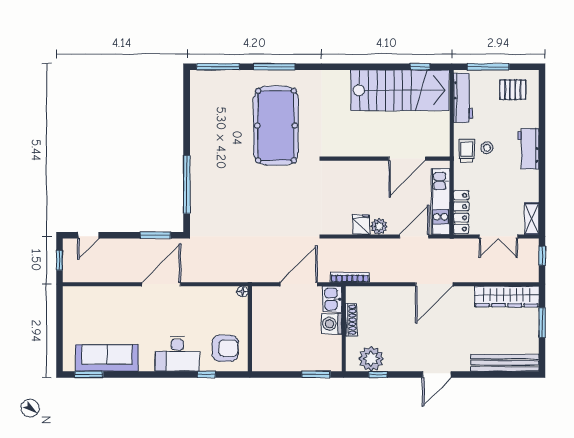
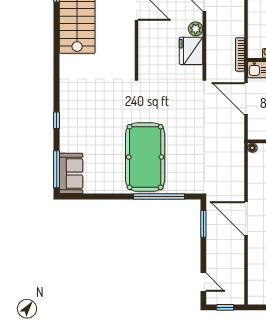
window: (274, 67) -> (57, 120), width x0.46
sofa: (213, 83) -> (71, 173), added
pool table: (276, 126) -> (145, 157), moved, turned 90
fridge: (361, 225) -> (191, 51), width x1.88, depth x1.34

